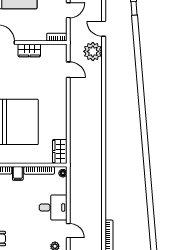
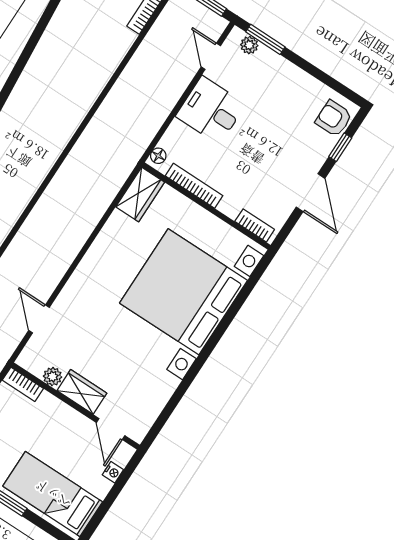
plant: (46, 49) -> (53, 377), added
filing cabinet: (18, 173) -> (232, 203), removed

